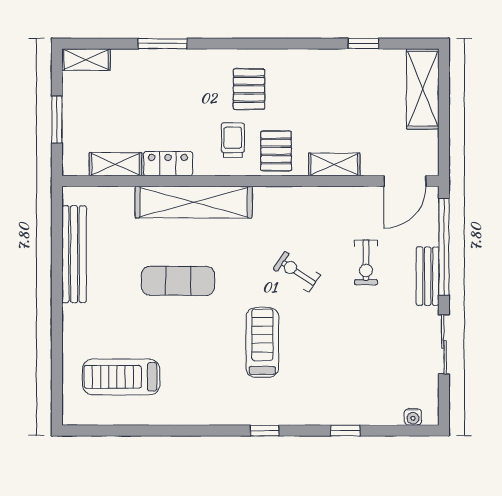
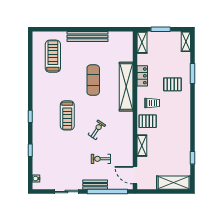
pallet: (249, 89) -> (172, 84), moved
shelving: (115, 164) -> (142, 42), moved
bench: (74, 254) -> (88, 36), moved
treadmill: (262, 342) -> (67, 115), turned 90

